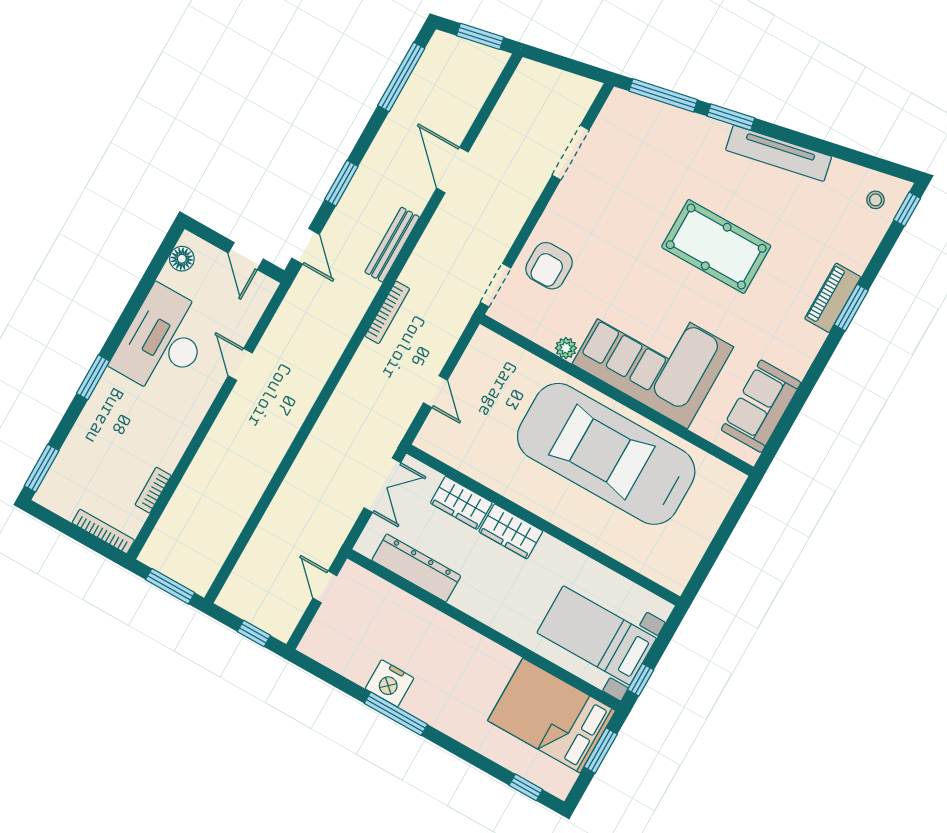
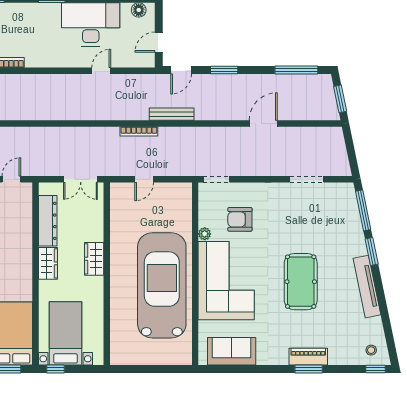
bench: (392, 245) -> (172, 114), moved
armchair: (549, 266) -> (240, 219), moved
bookcase: (387, 312) -> (139, 131), moved
wardrobe: (461, 503) -> (48, 263), moved, turned 180

